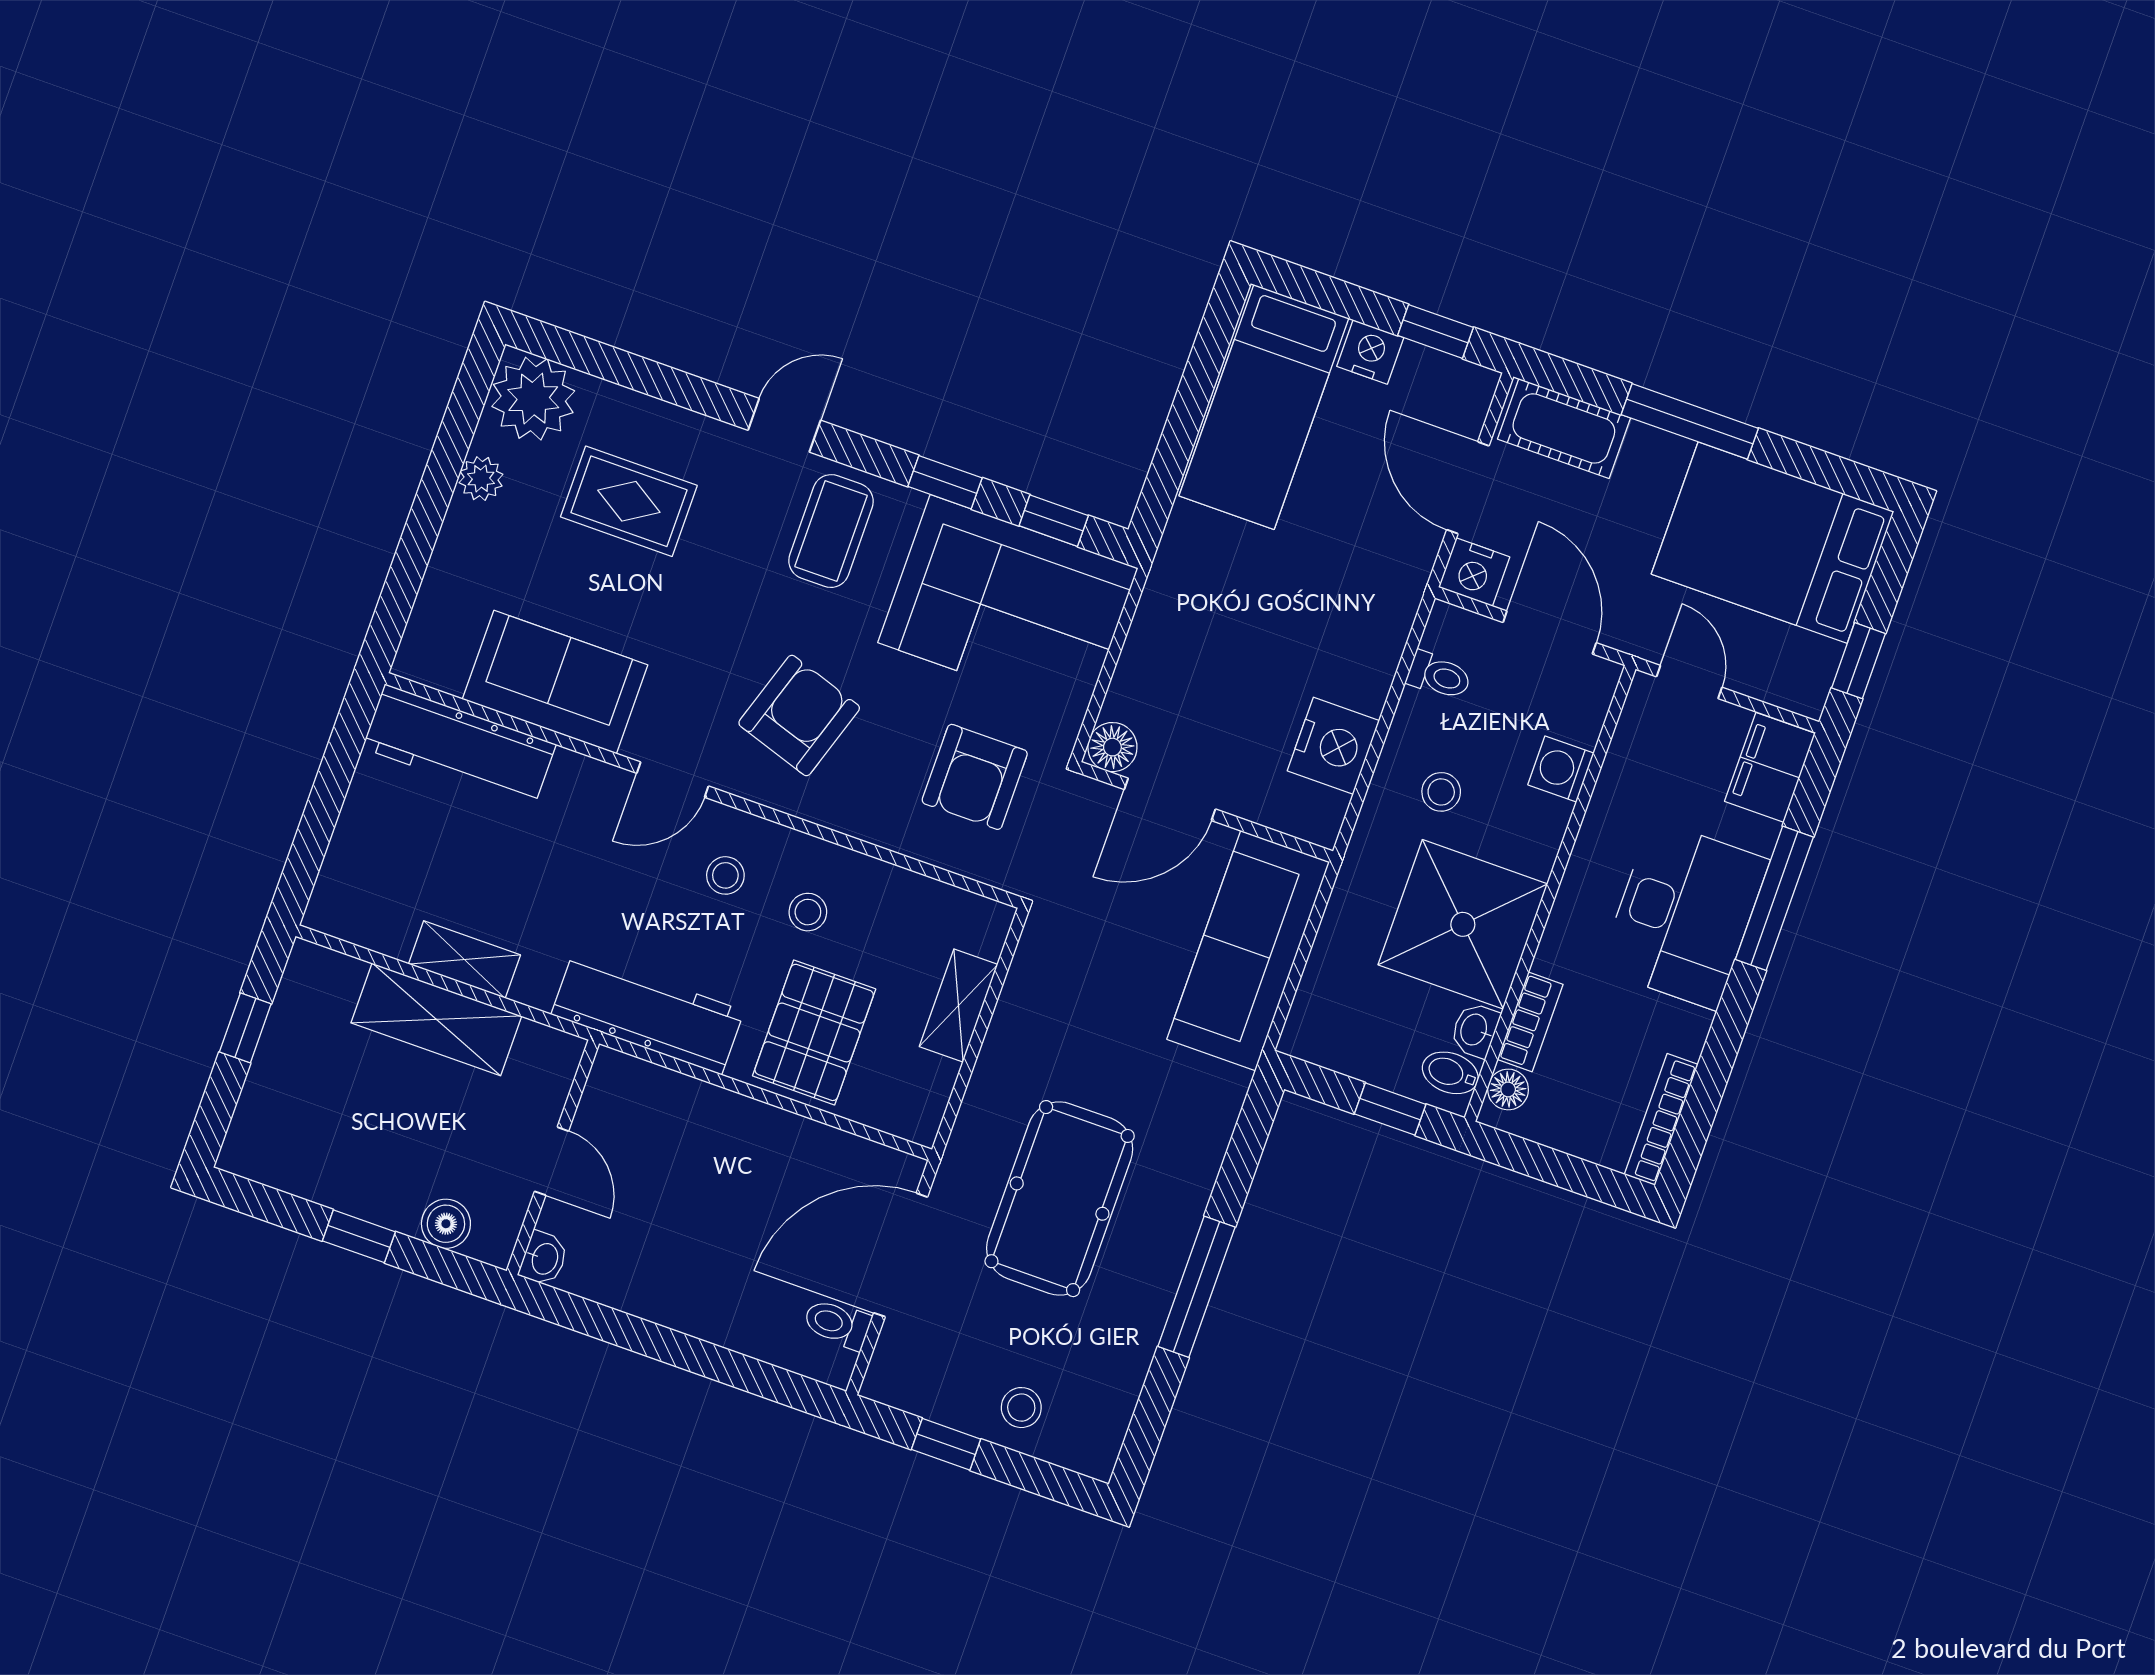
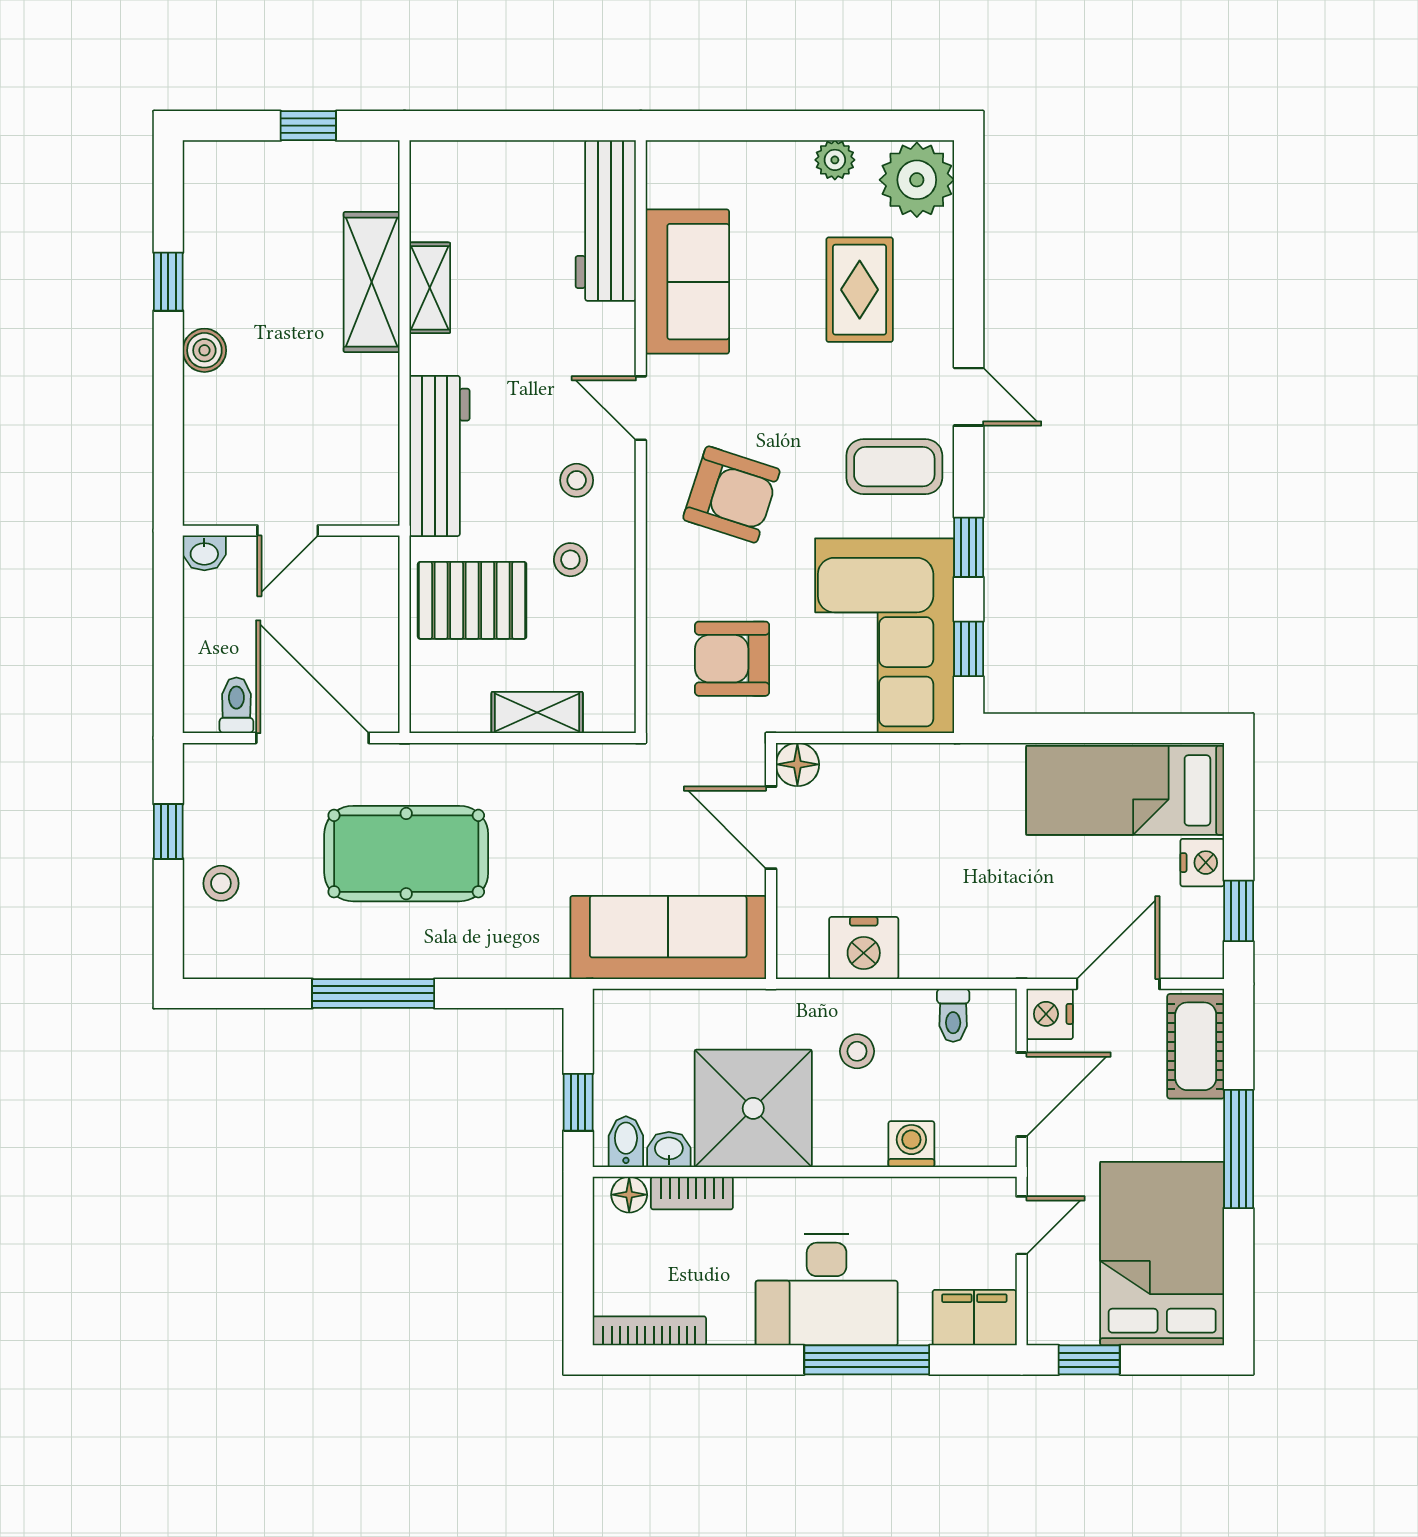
wall: (553, 1157) -> (291, 531), moved
door: (552, 1161) -> (288, 531), moved
washbasin: (544, 1259) -> (204, 553), moved

